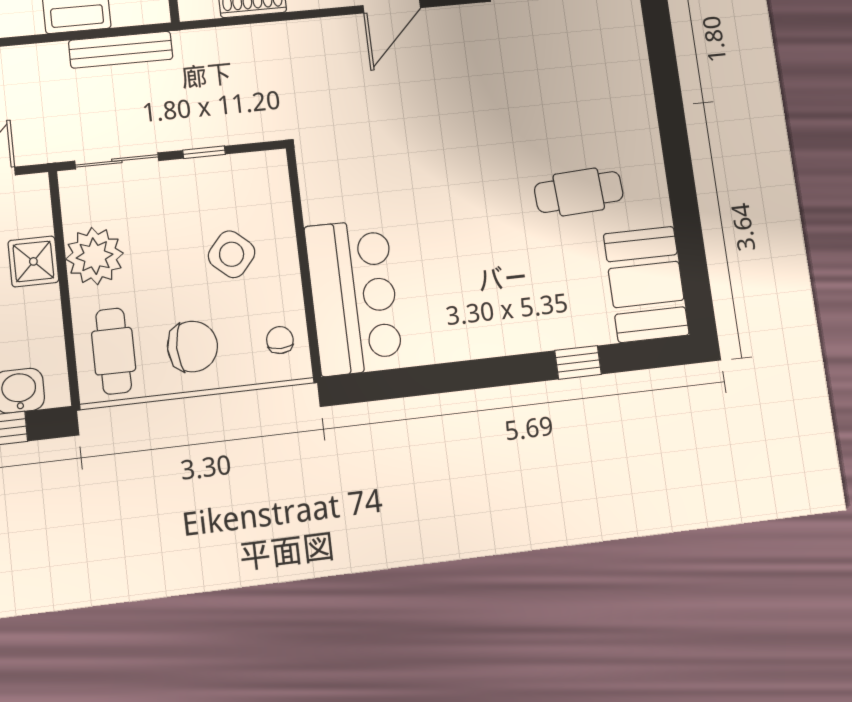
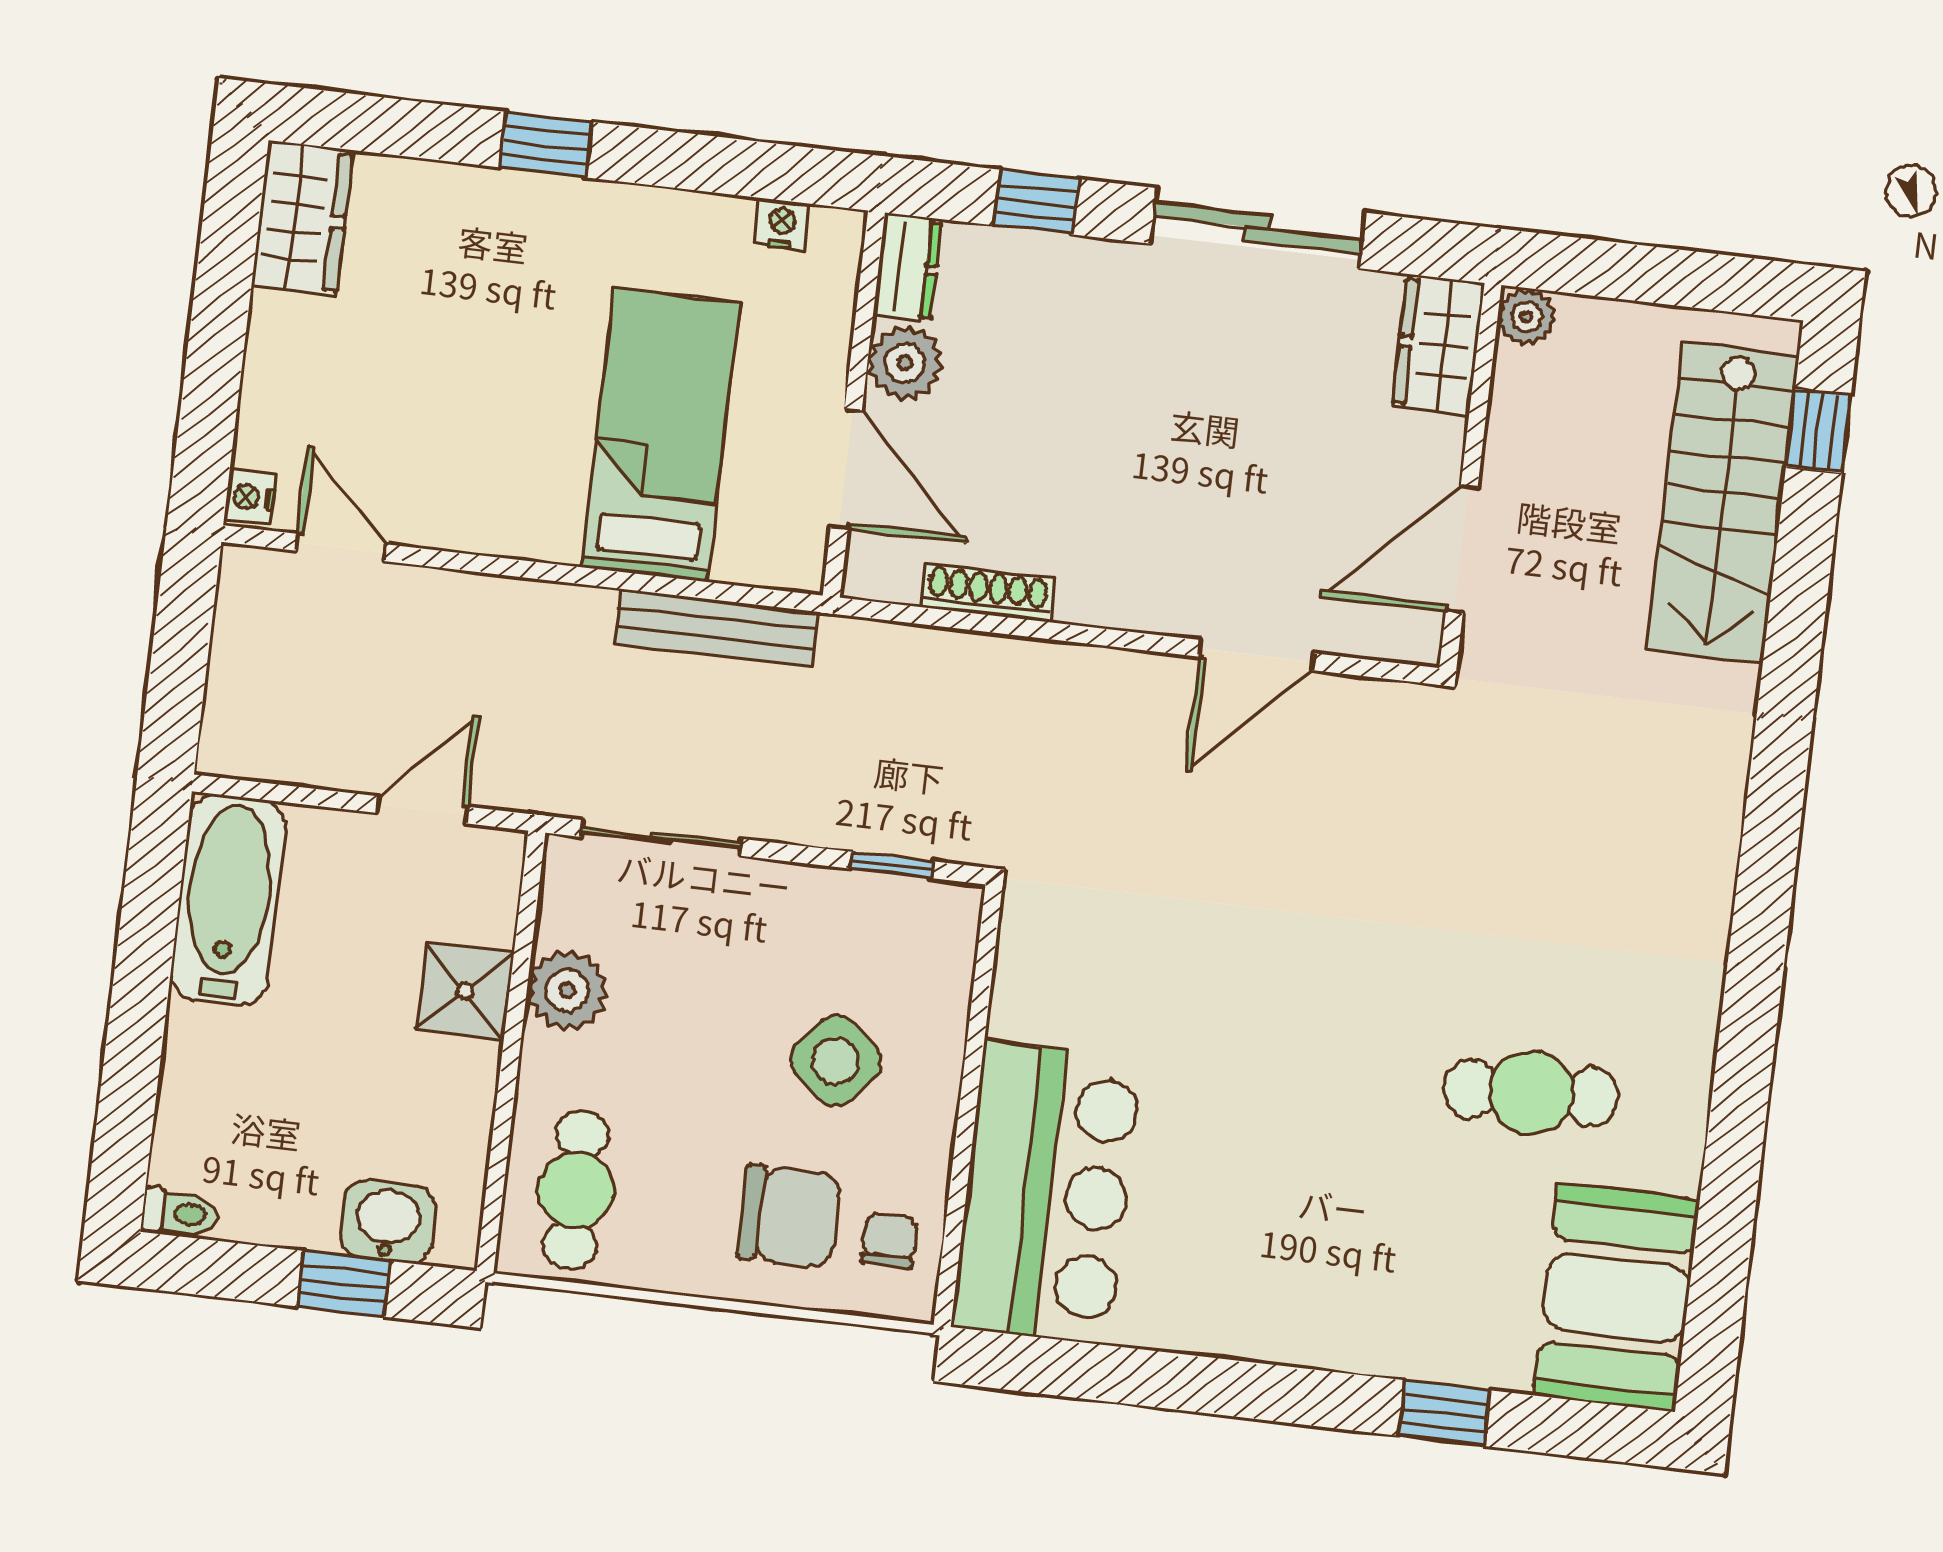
window: (204, 152) -> (892, 865), moved
plant: (95, 256) -> (567, 990), width x0.73, depth x0.73
chair: (192, 346) -> (789, 1216), moved

